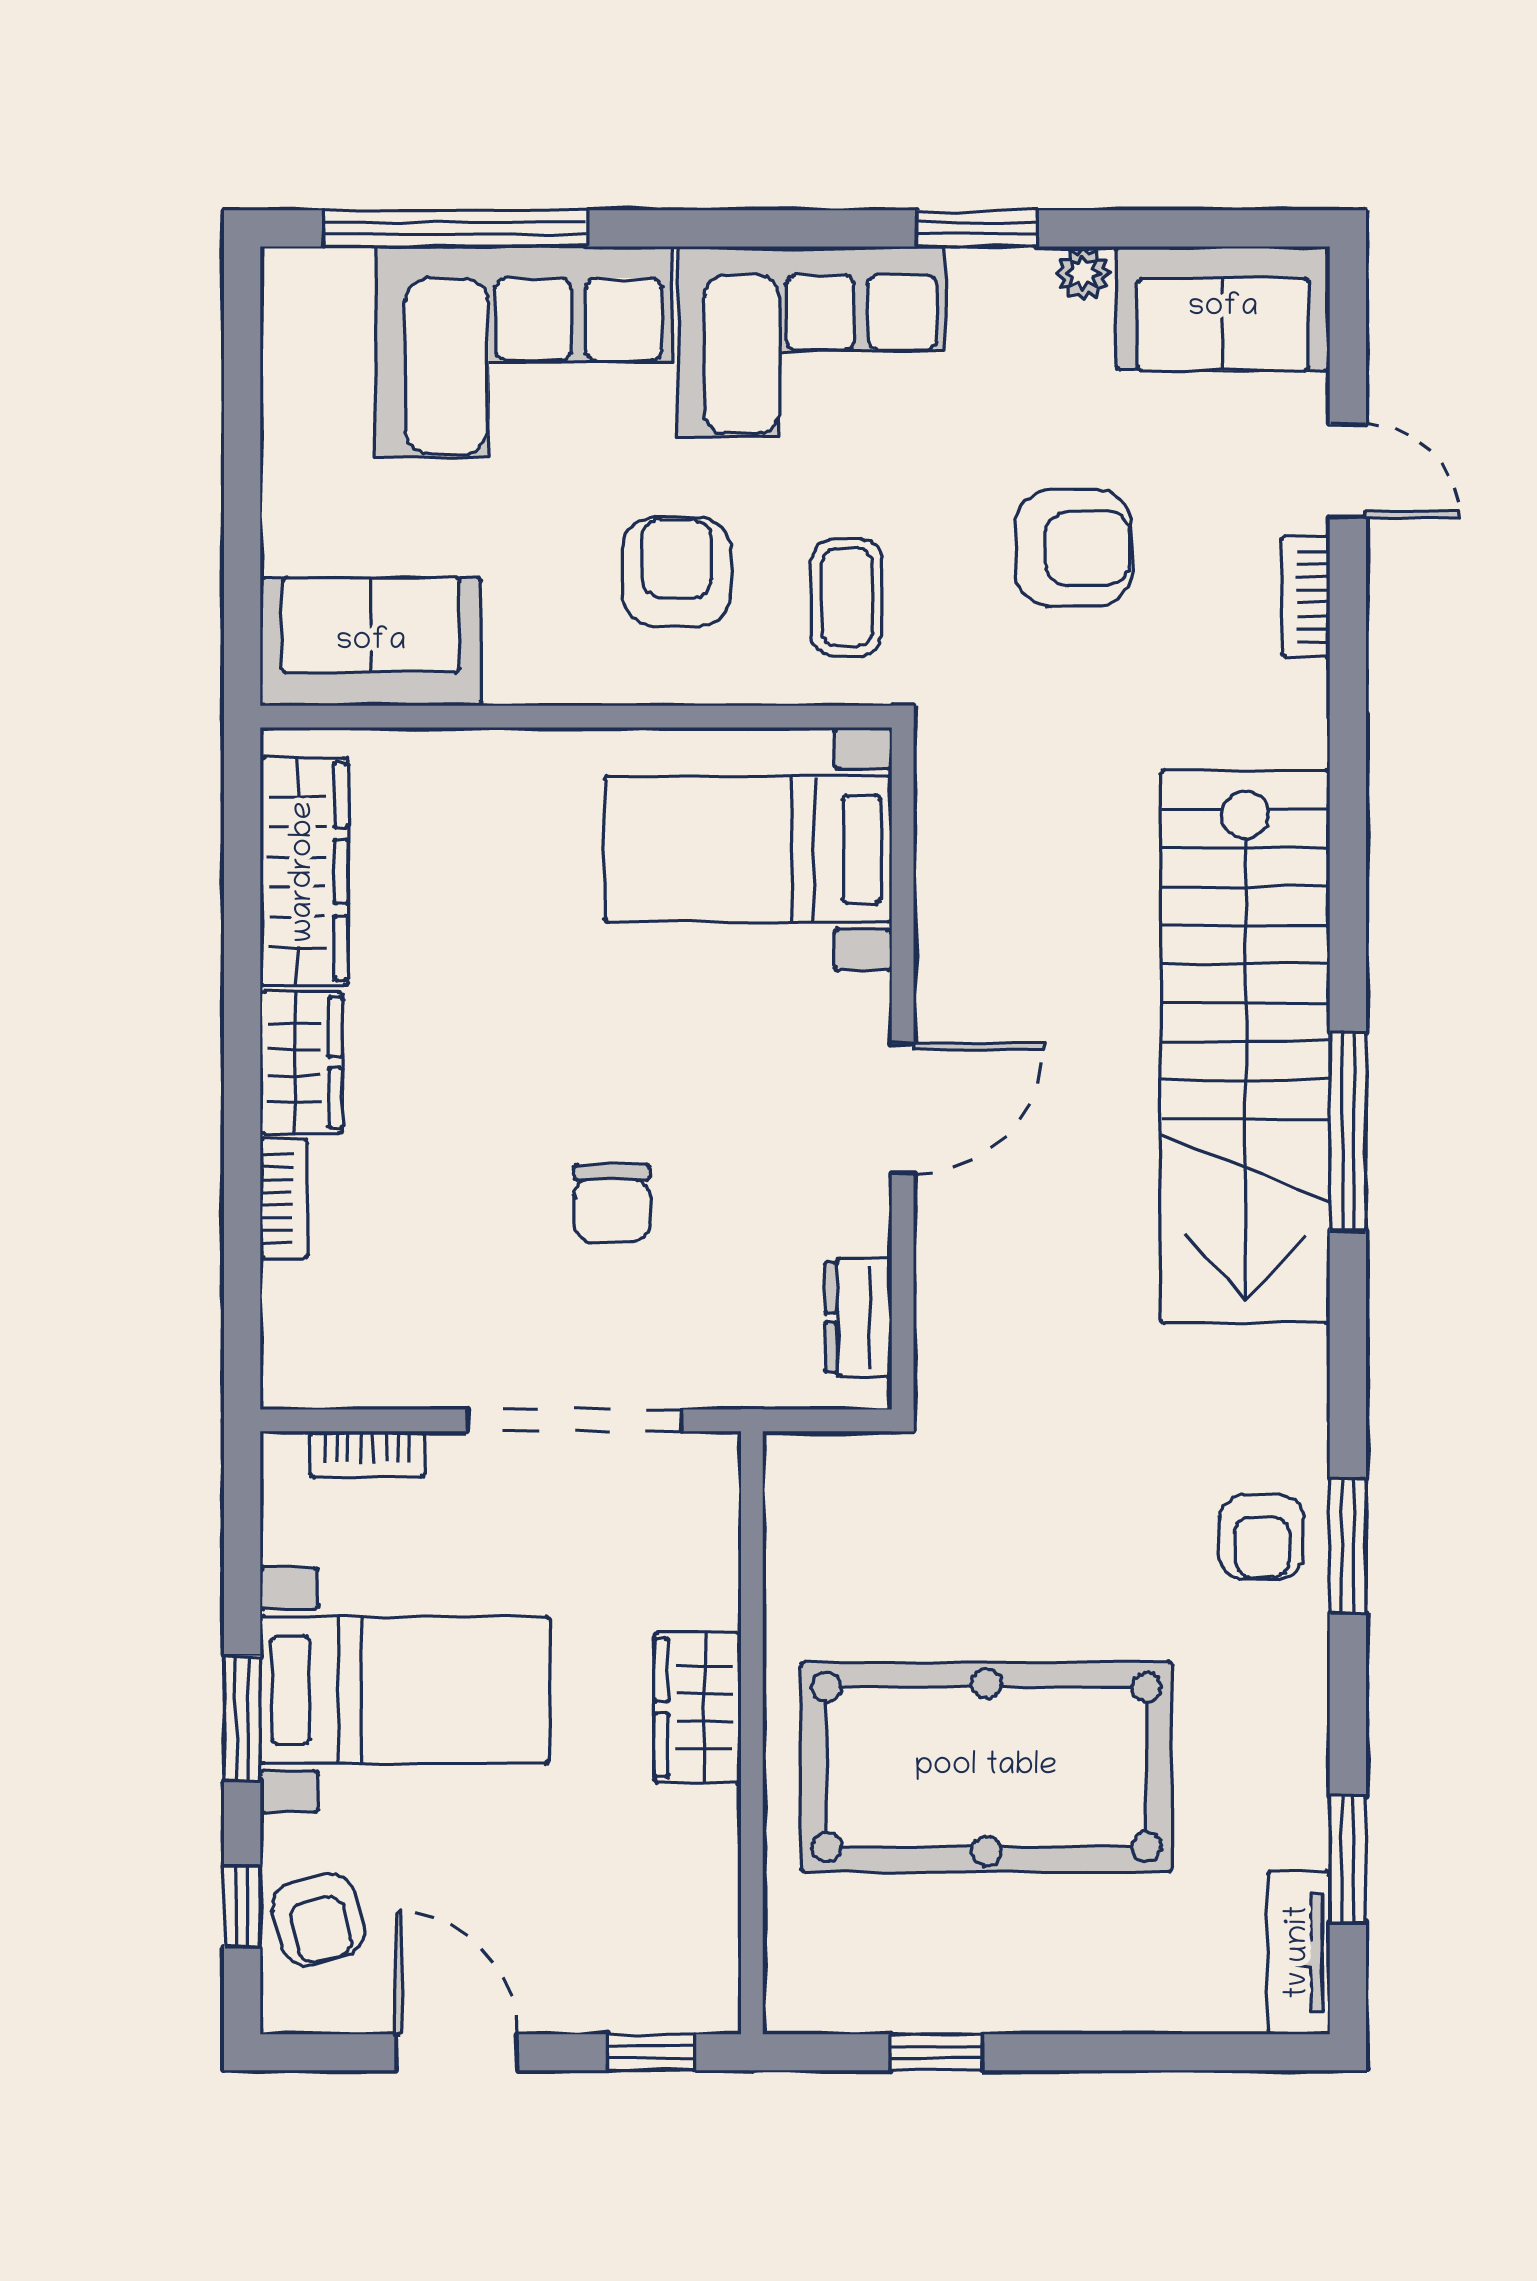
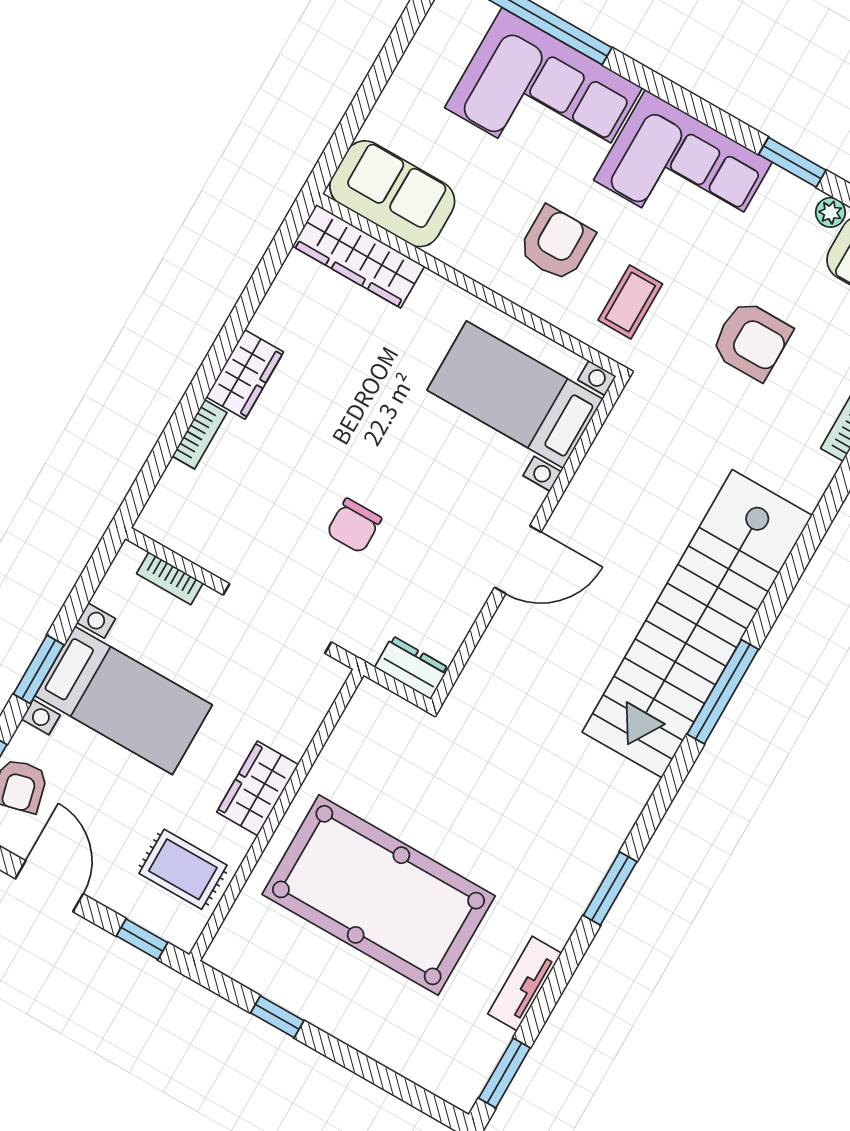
wardrobe: (304, 872) -> (359, 256), moved, turned 90
dresser: (858, 1318) -> (412, 668), moved, turned 90
armchair: (1262, 1537) -> (572, 861), removed
window: (1348, 1859) -> (504, 1073), moved
rug: (653, 1904) -> (183, 869), added
tv unit: (1299, 1952) -> (525, 983), moved

